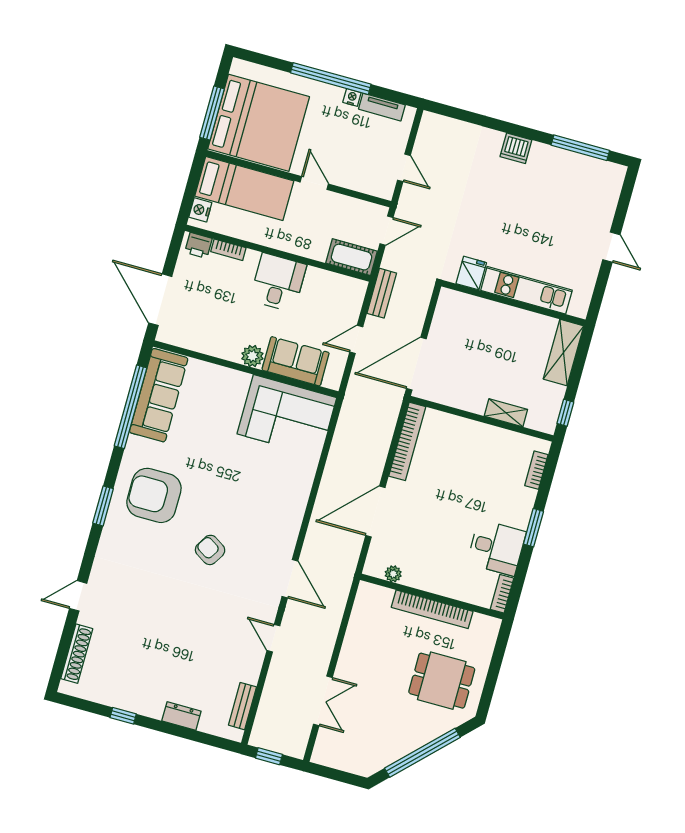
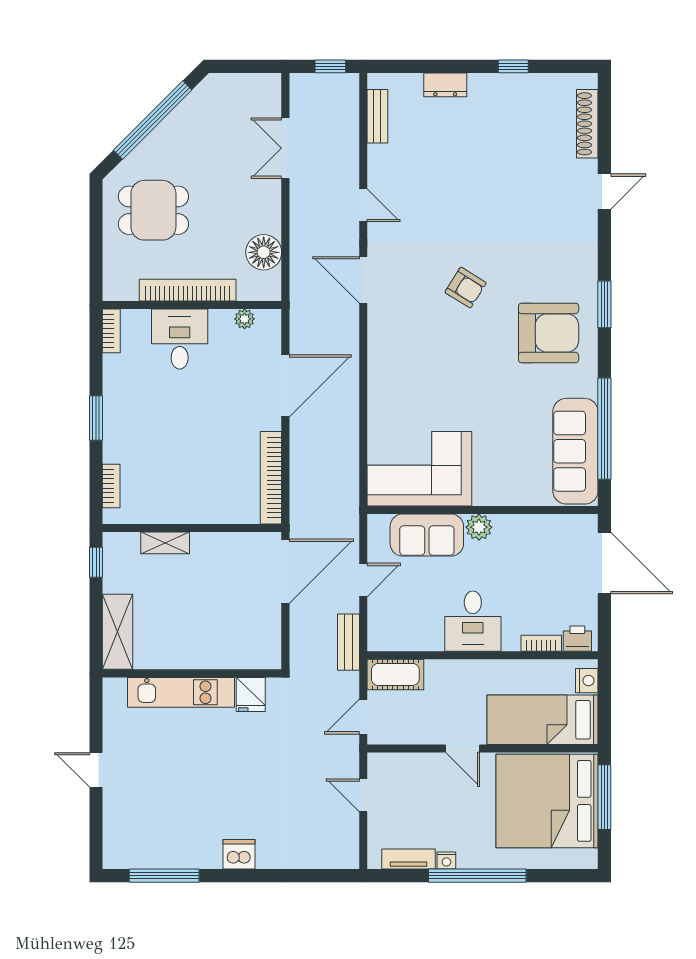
desk: (497, 548) -> (180, 339), moved, turned 90
floor lamp: (363, 623) -> (264, 252), added

